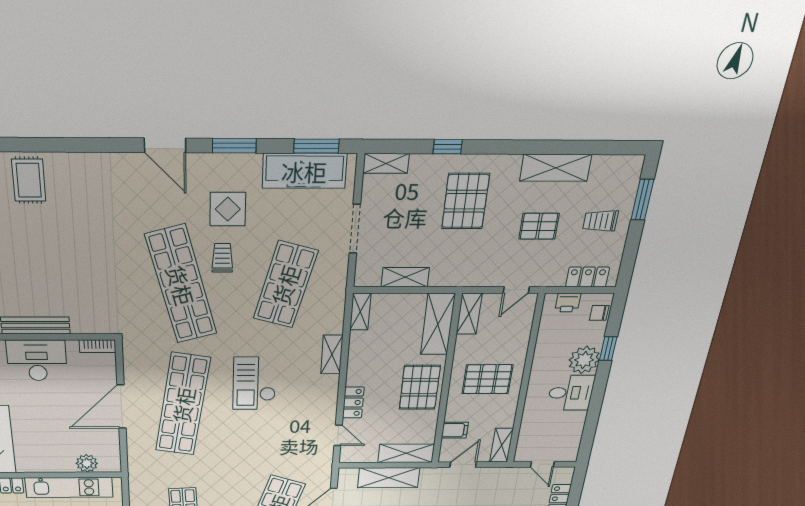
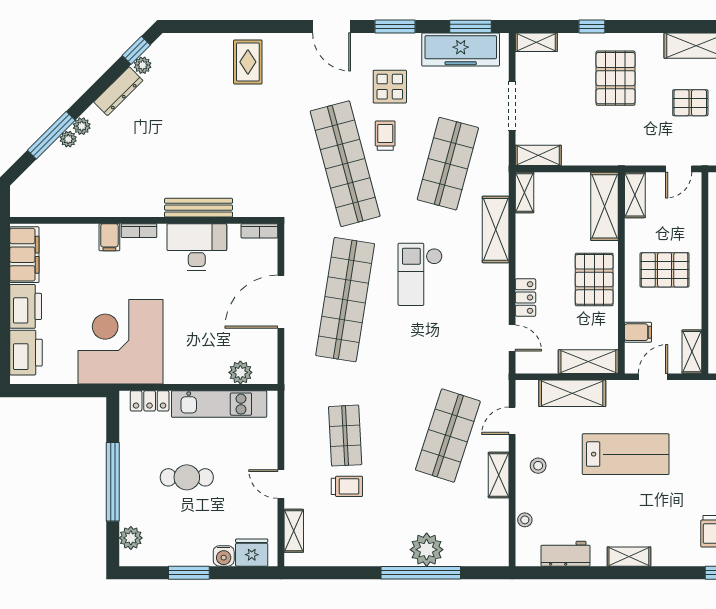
rug: (29, 180) -> (248, 62), moved
shelving: (405, 277) -> (538, 155), moved
shelving: (332, 354) -> (496, 229), width x1.50, depth x1.33

